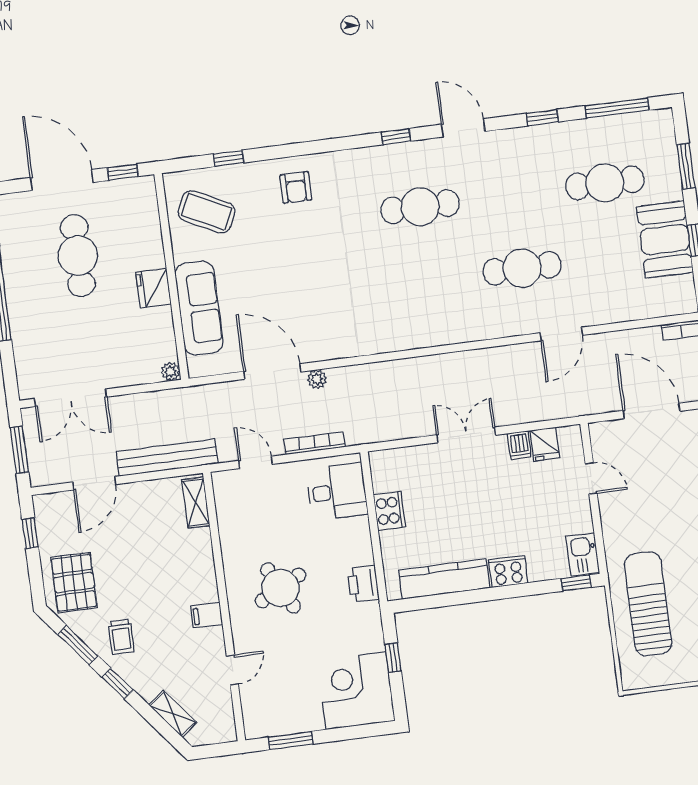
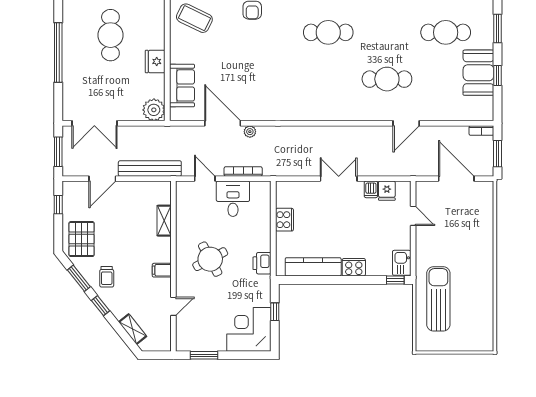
sofa: (199, 308) -> (182, 85), width x0.73
plant: (171, 372) -> (154, 110), width x1.88, depth x1.88
desk: (337, 492) -> (233, 199), moved, turned -90
shelving: (196, 503) -> (164, 221), moved

